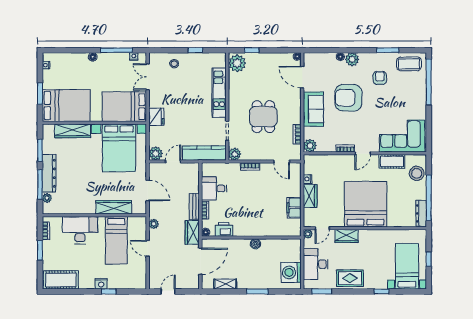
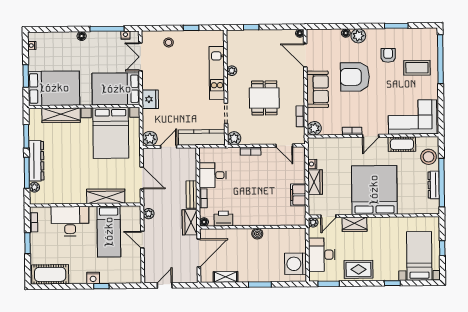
plant: (237, 63) -> (232, 71), moved, width x0.53, depth x0.53
coffee table: (409, 64) -> (417, 68), moved
dresser: (421, 213) -> (434, 185), moved

